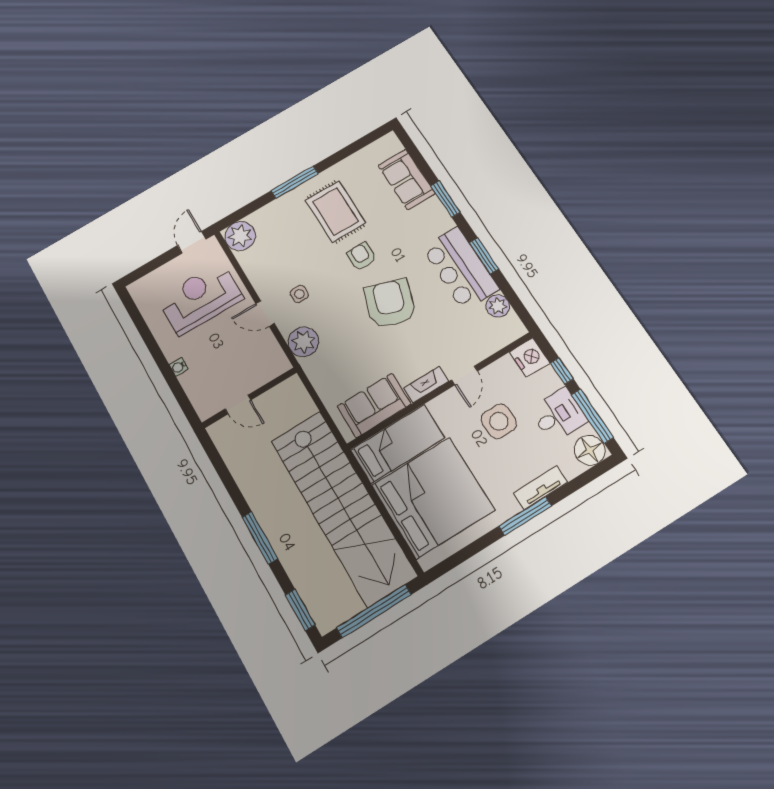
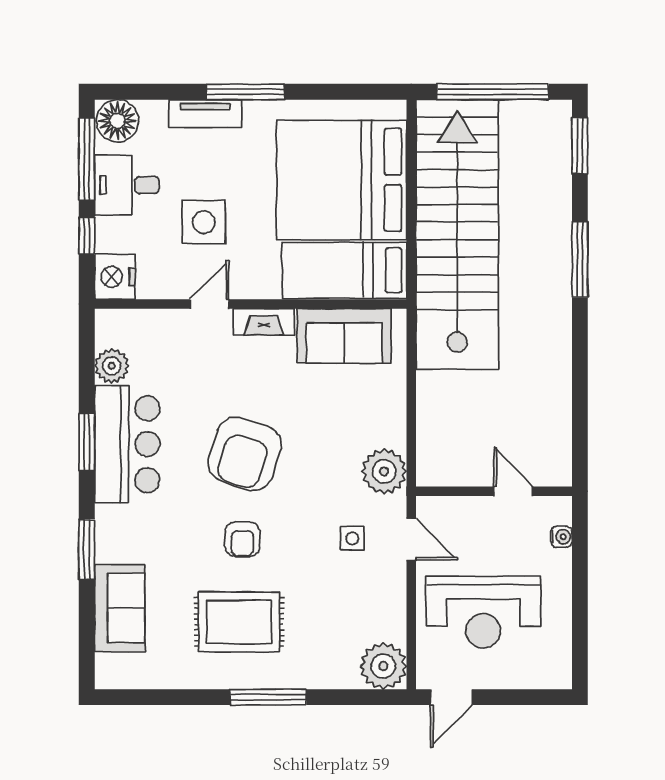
rug: (336, 211) -> (239, 622), turned 90
wall: (249, 398) -> (494, 491), moved
door: (238, 404) -> (513, 491), moved

